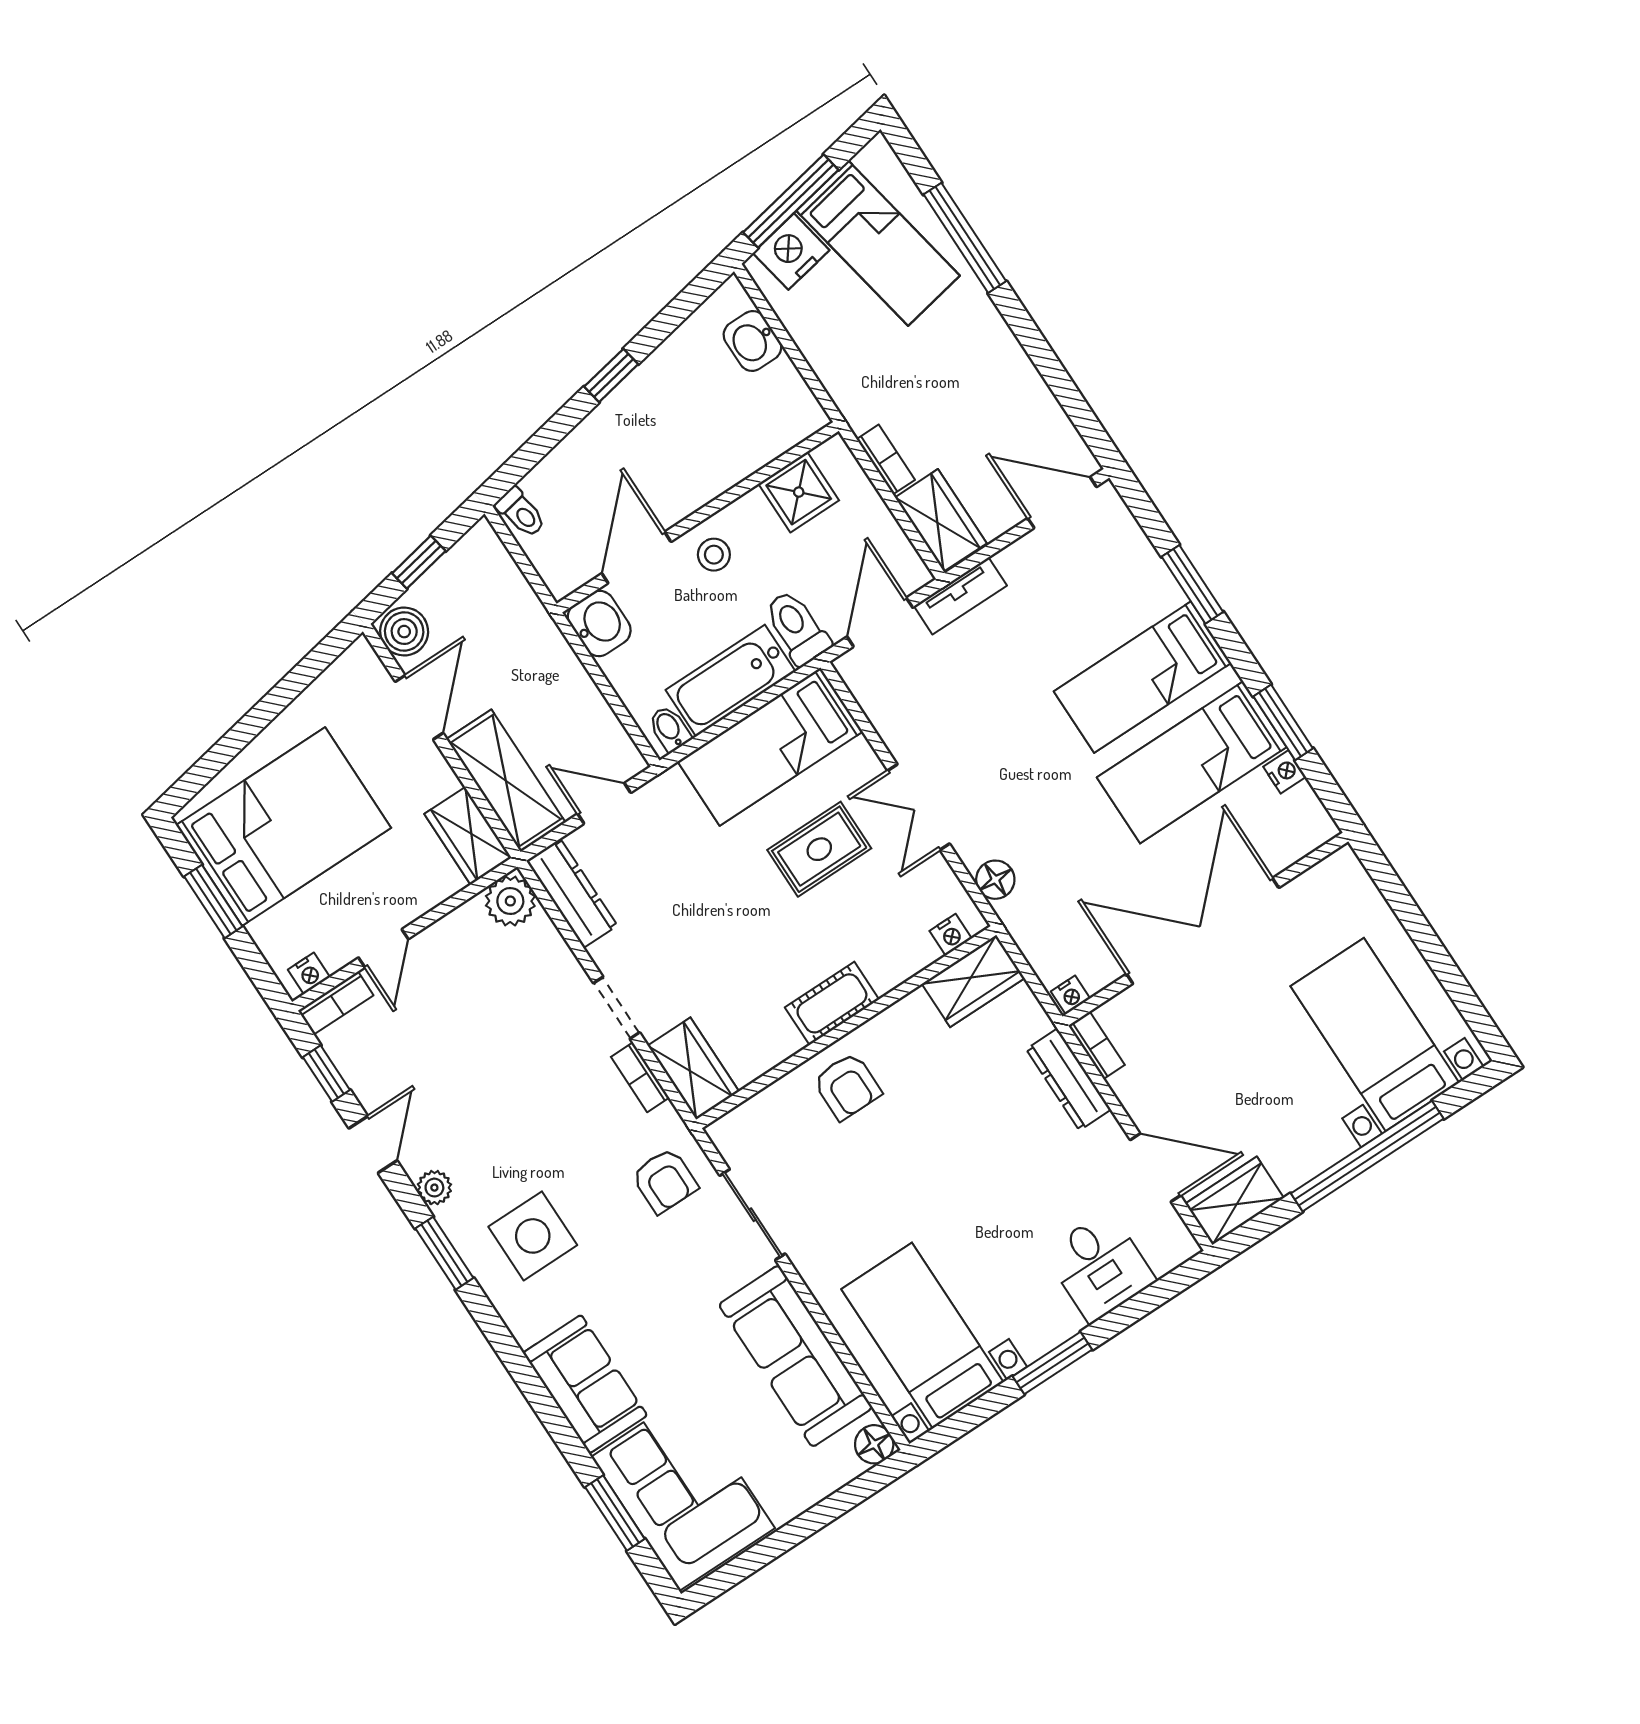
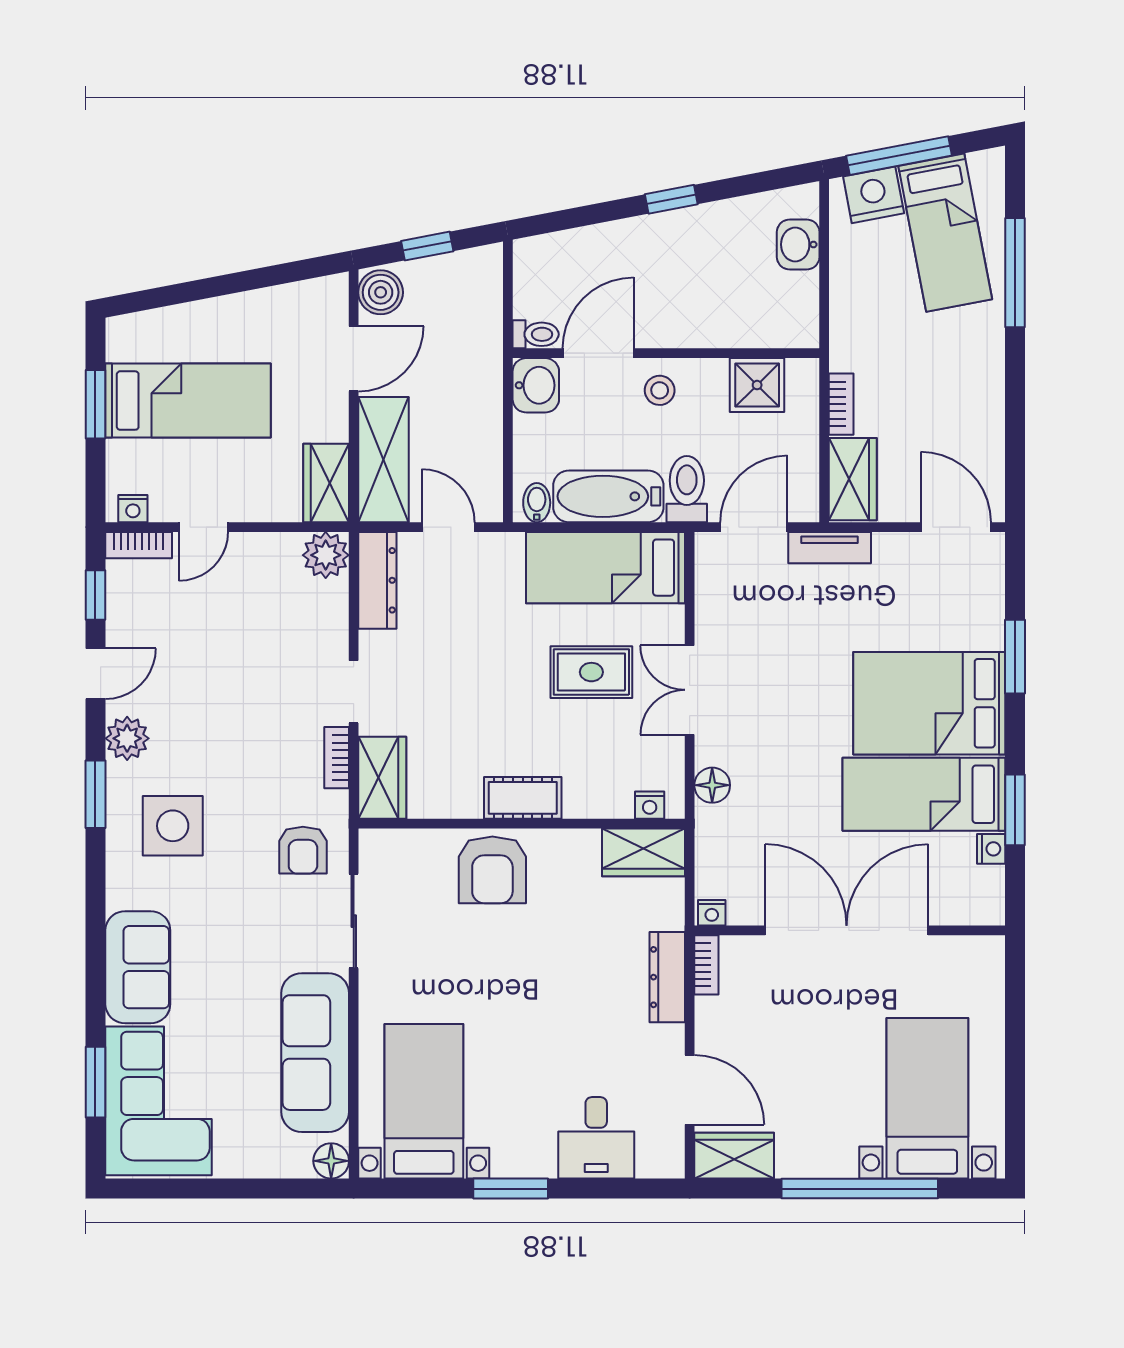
toilet: (521, 512) -> (536, 334), moved, turned -79
bed: (1143, 677) -> (929, 703), width x1.50
bed: (284, 827) -> (188, 401), width x0.67
armchair: (847, 1086) -> (492, 870), width x1.38, depth x1.38
plant: (434, 1188) -> (127, 738), width x1.38, depth x1.38

